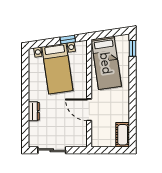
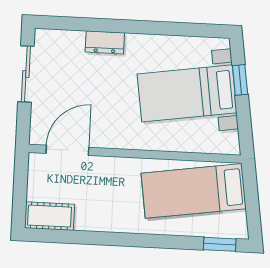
window: (68, 40) -> (240, 80), moved
door: (89, 110) -> (67, 150), moved

